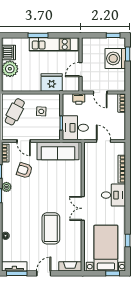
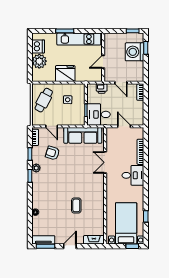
fridge: (52, 82) -> (65, 74), moved
double door: (83, 208) -> (105, 162), moved
coffee table: (51, 228) -> (76, 205), width x0.54, depth x0.58

